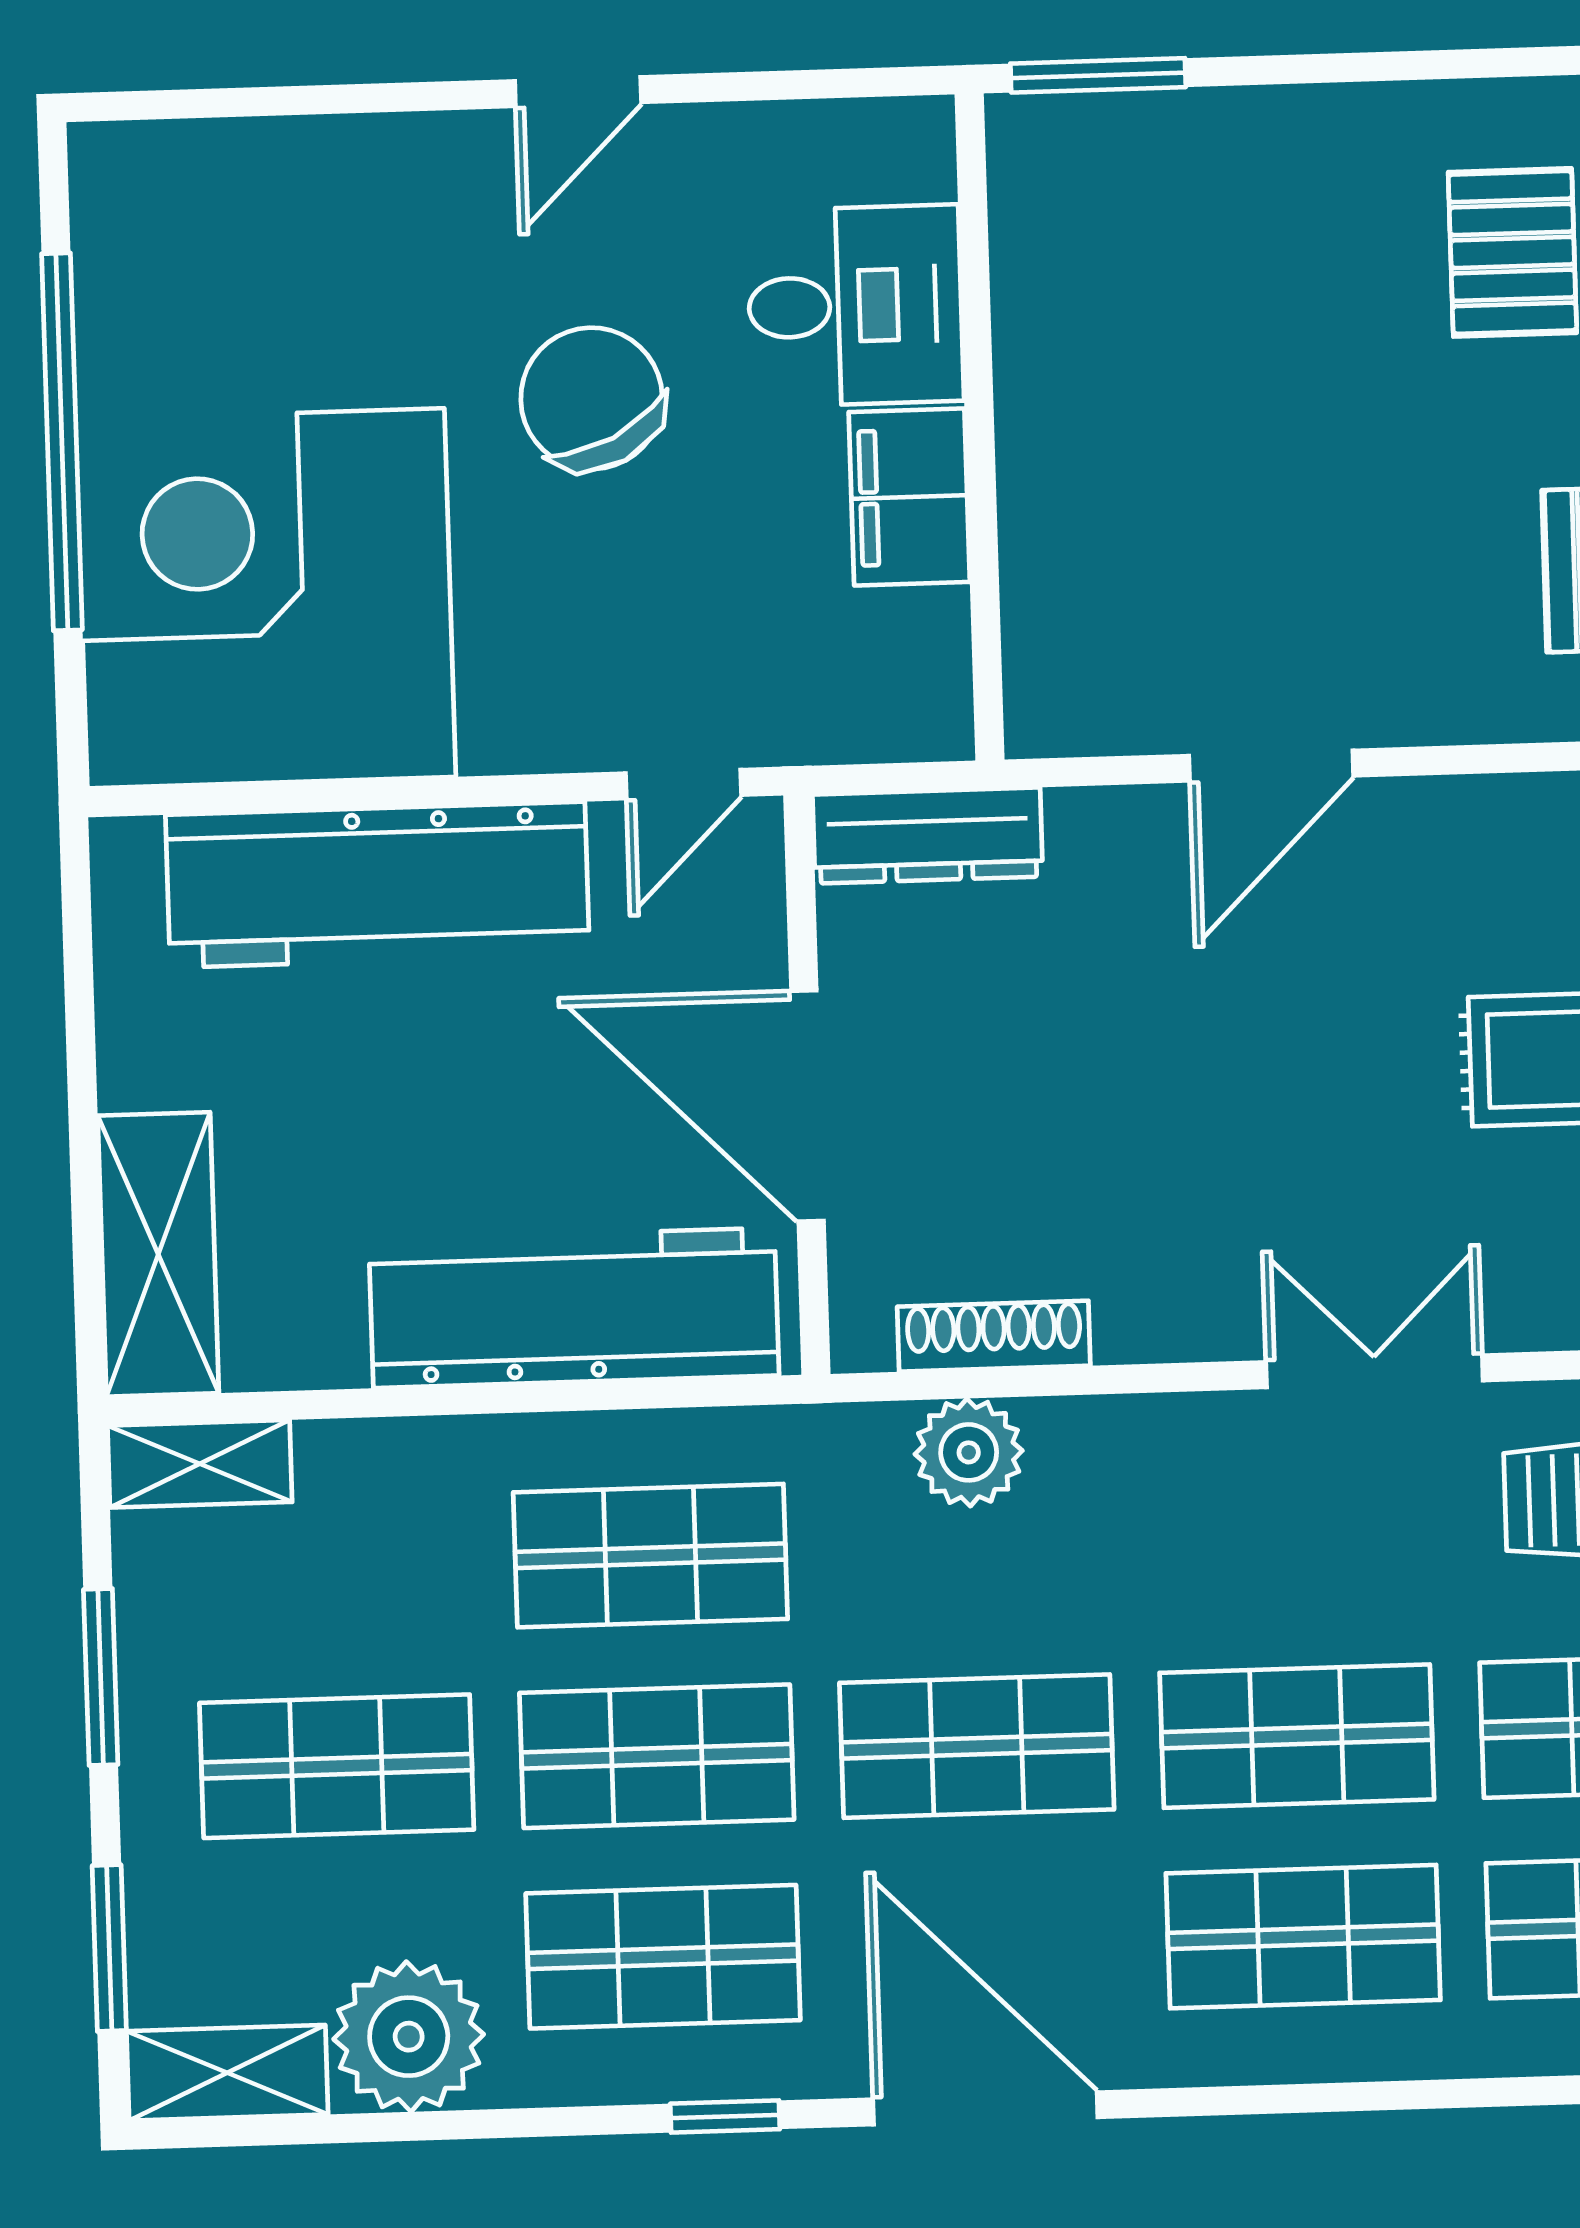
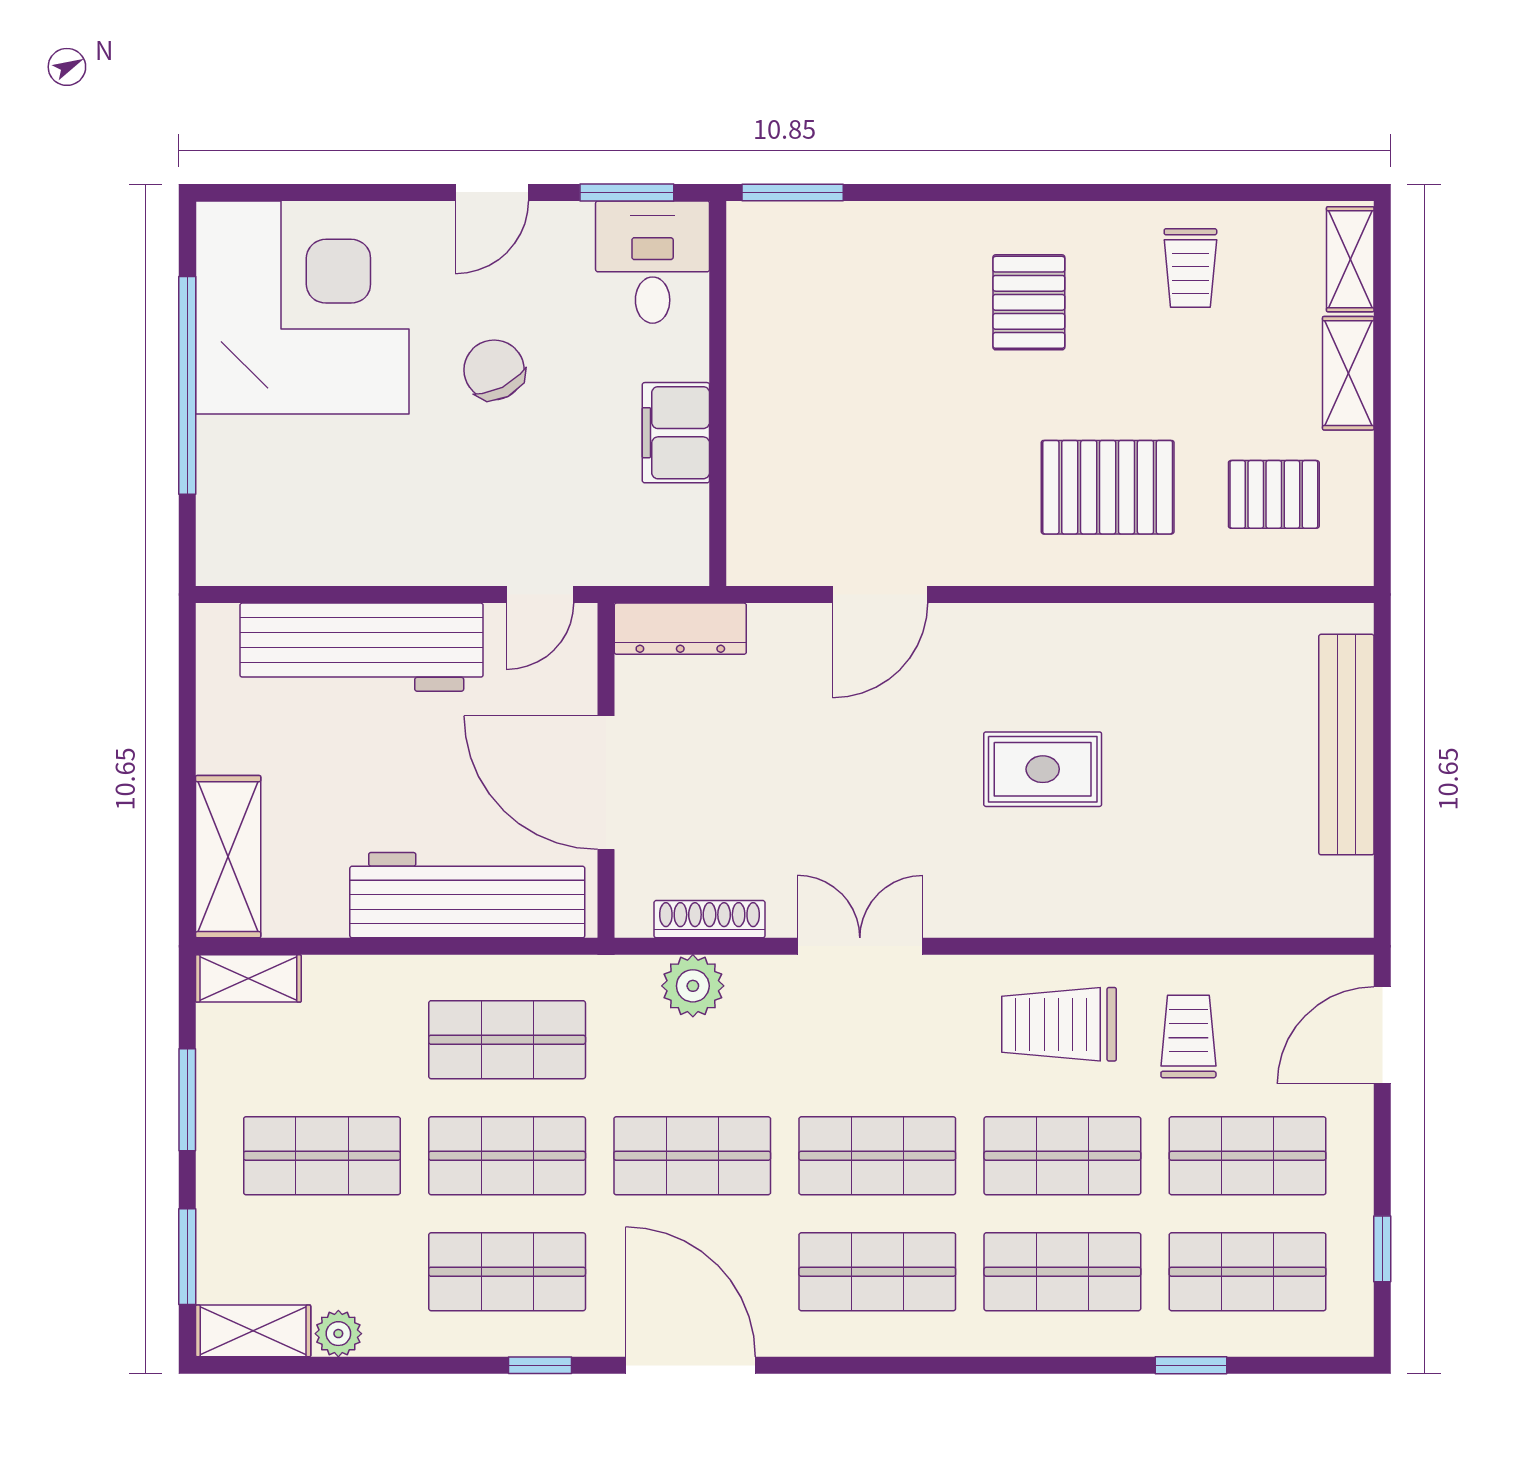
window: (811, 84) -> (627, 192), added
desk: (855, 306) -> (653, 262), moved, turned -90
chair: (591, 398) -> (494, 370), width x0.73, depth x0.73
corner desk: (266, 598) -> (302, 307), moved, turned 90
double door: (1374, 1371) -> (860, 946), moved
plant: (409, 2037) -> (338, 1334), width x0.53, depth x0.53

